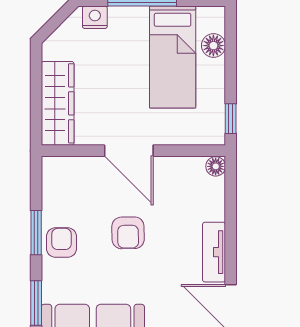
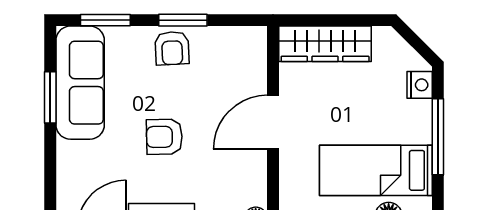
armchair: (128, 233) -> (164, 137), moved
armchair: (62, 242) -> (172, 48), turned 87

